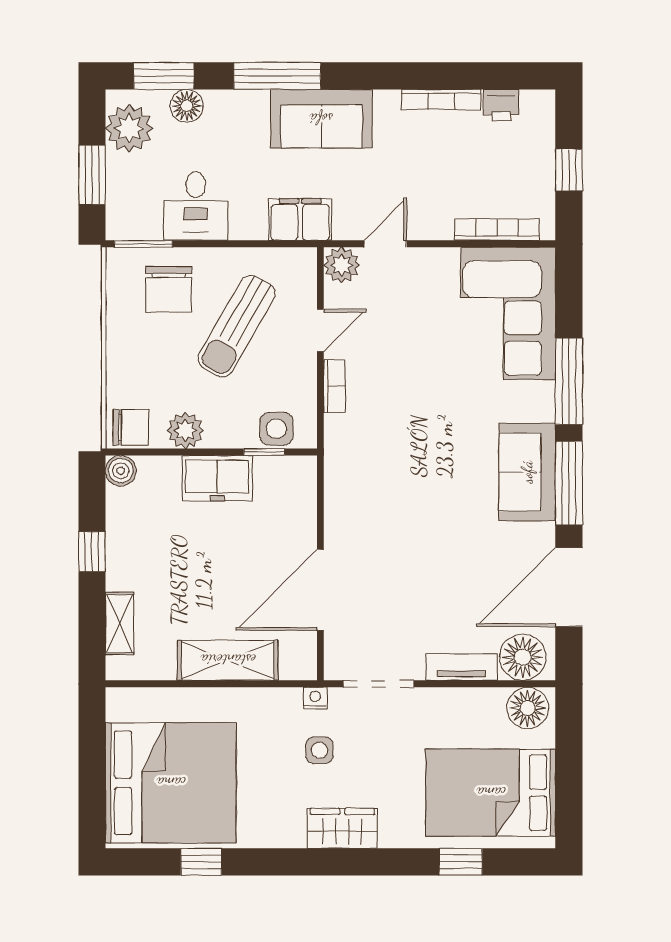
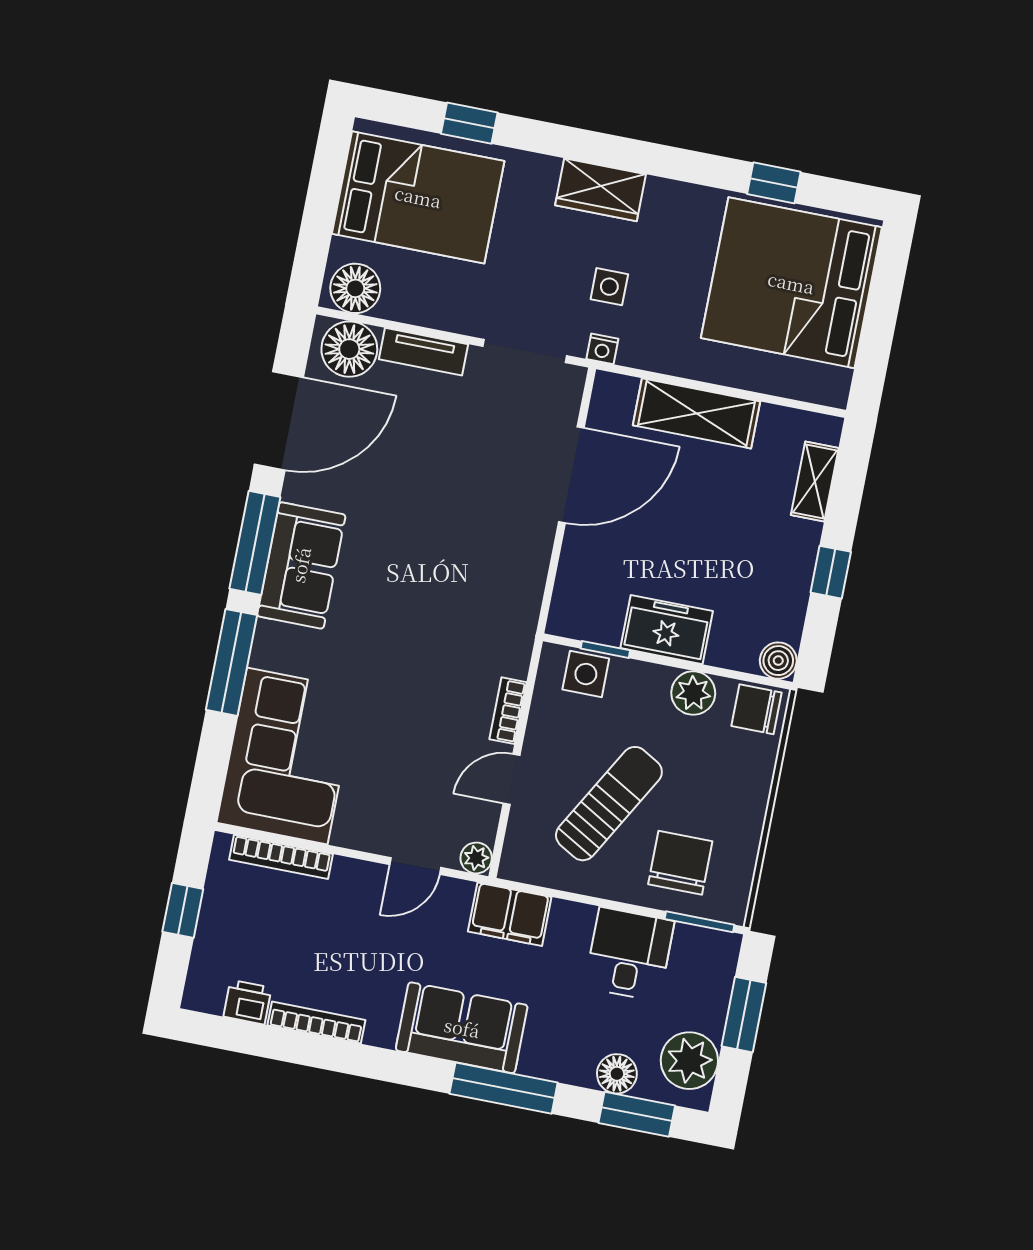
plant: (342, 265) -> (476, 858), width x0.73, depth x0.73

